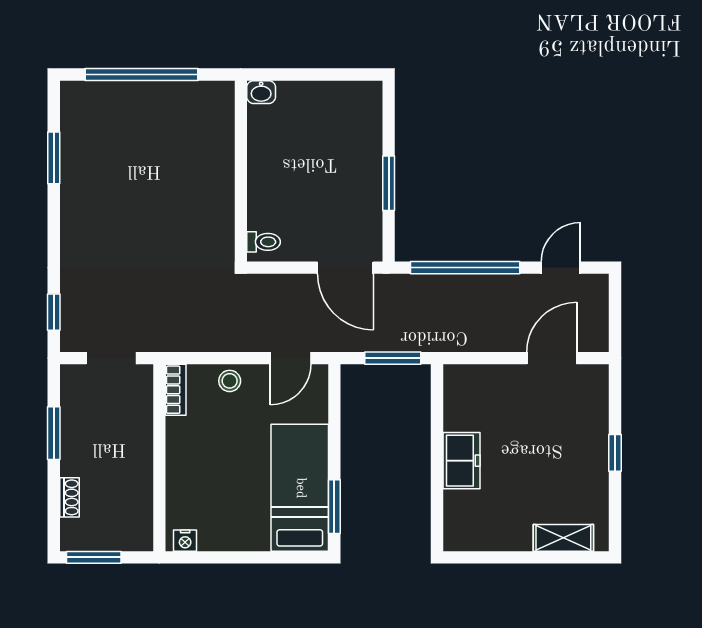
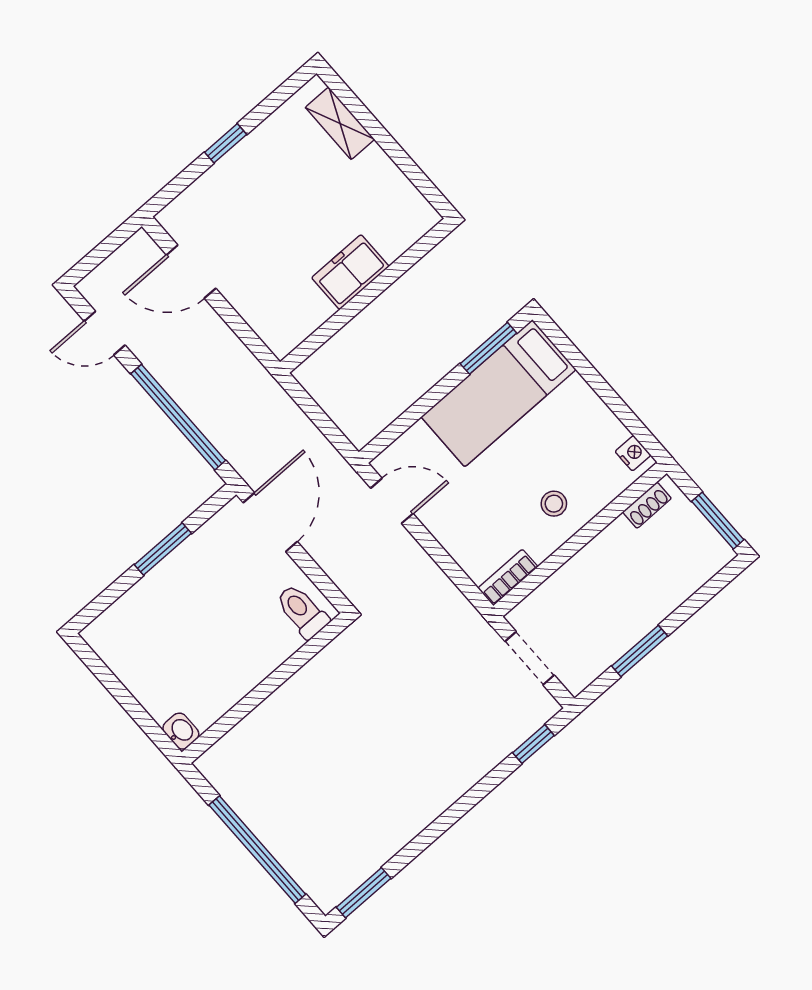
window: (54, 158) -> (364, 893), moved
toilet: (264, 242) -> (302, 611), width x1.37, depth x1.39
window: (393, 358) -> (313, 411), removed
stool: (230, 381) -> (554, 504), moved
shoe rack: (69, 497) -> (647, 505), moved, turned 180

